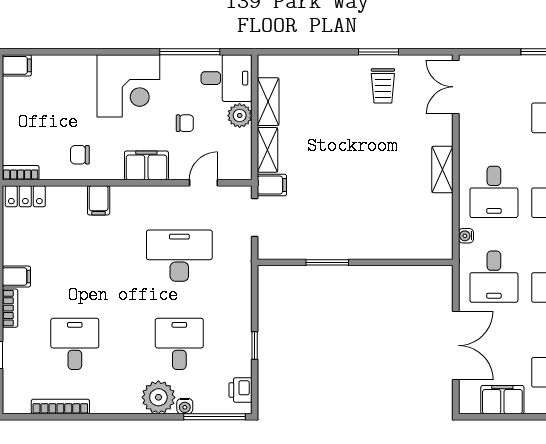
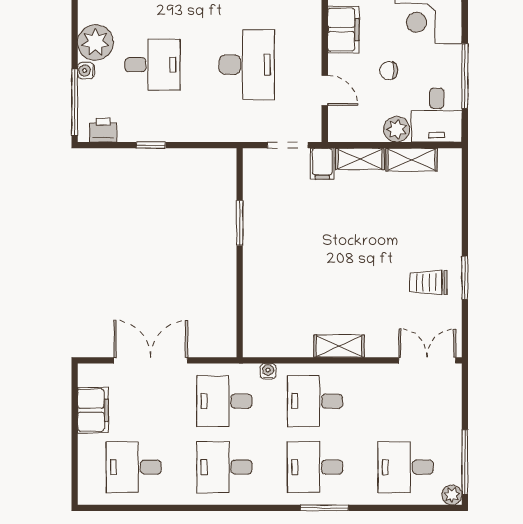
chair: (185, 123) -> (389, 71), turned 90
double door: (456, 345) -> (151, 360), swing flipped

